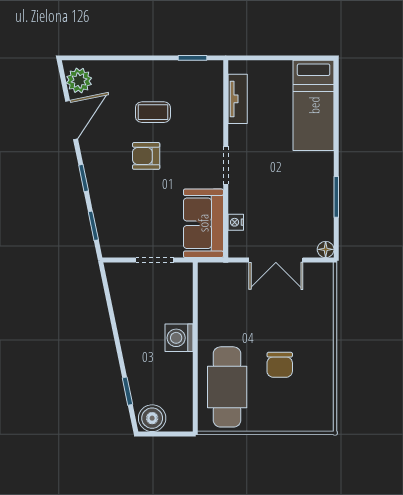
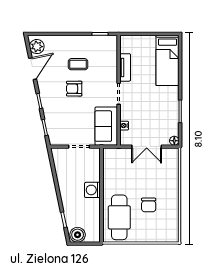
tv unit: (238, 99) -> (125, 67), moved

